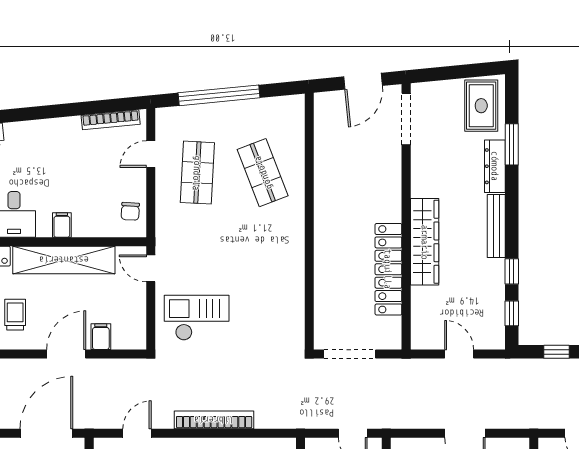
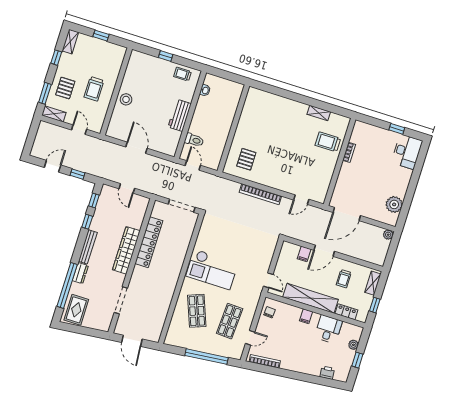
door: (363, 81) -> (132, 341), swing flipped
doorway: (406, 119) -> (121, 300), moved
window: (512, 144) -> (67, 285), width x2.11
dresser: (495, 166) -> (80, 273), width x0.70
checkout: (197, 318) -> (212, 269), moved, width x1.36, depth x1.21

